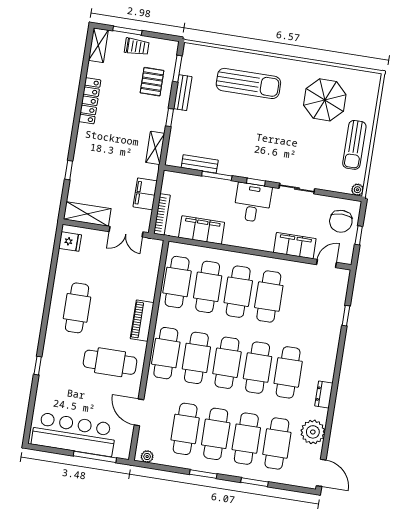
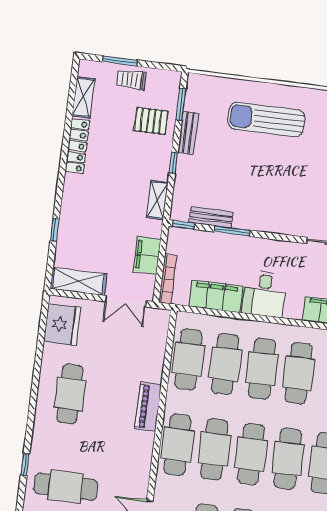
shelving: (98, 45) -> (83, 97), moved
trolley: (137, 47) -> (131, 80), turned 180
pallet: (152, 82) -> (151, 121), turned 90
sun lounger: (248, 83) -> (266, 119), turned 180
window: (256, 182) -> (184, 225), moved
desk: (253, 203) -> (264, 294), moved, turned 180
fridge: (70, 242) -> (62, 325), width x1.88, depth x1.34
cafe table: (110, 362) -> (66, 486), moved

